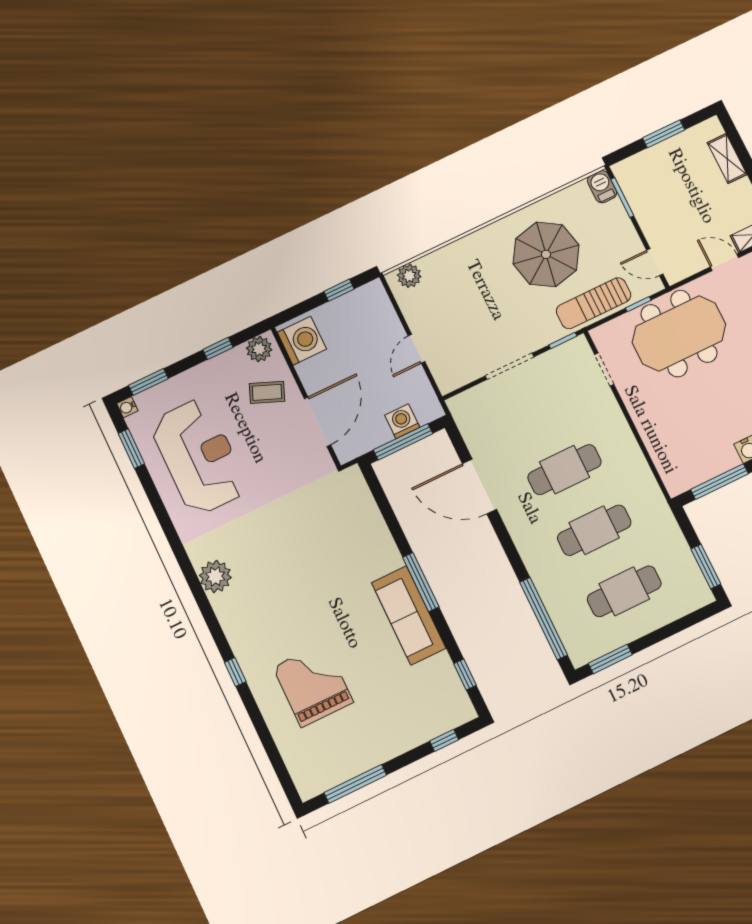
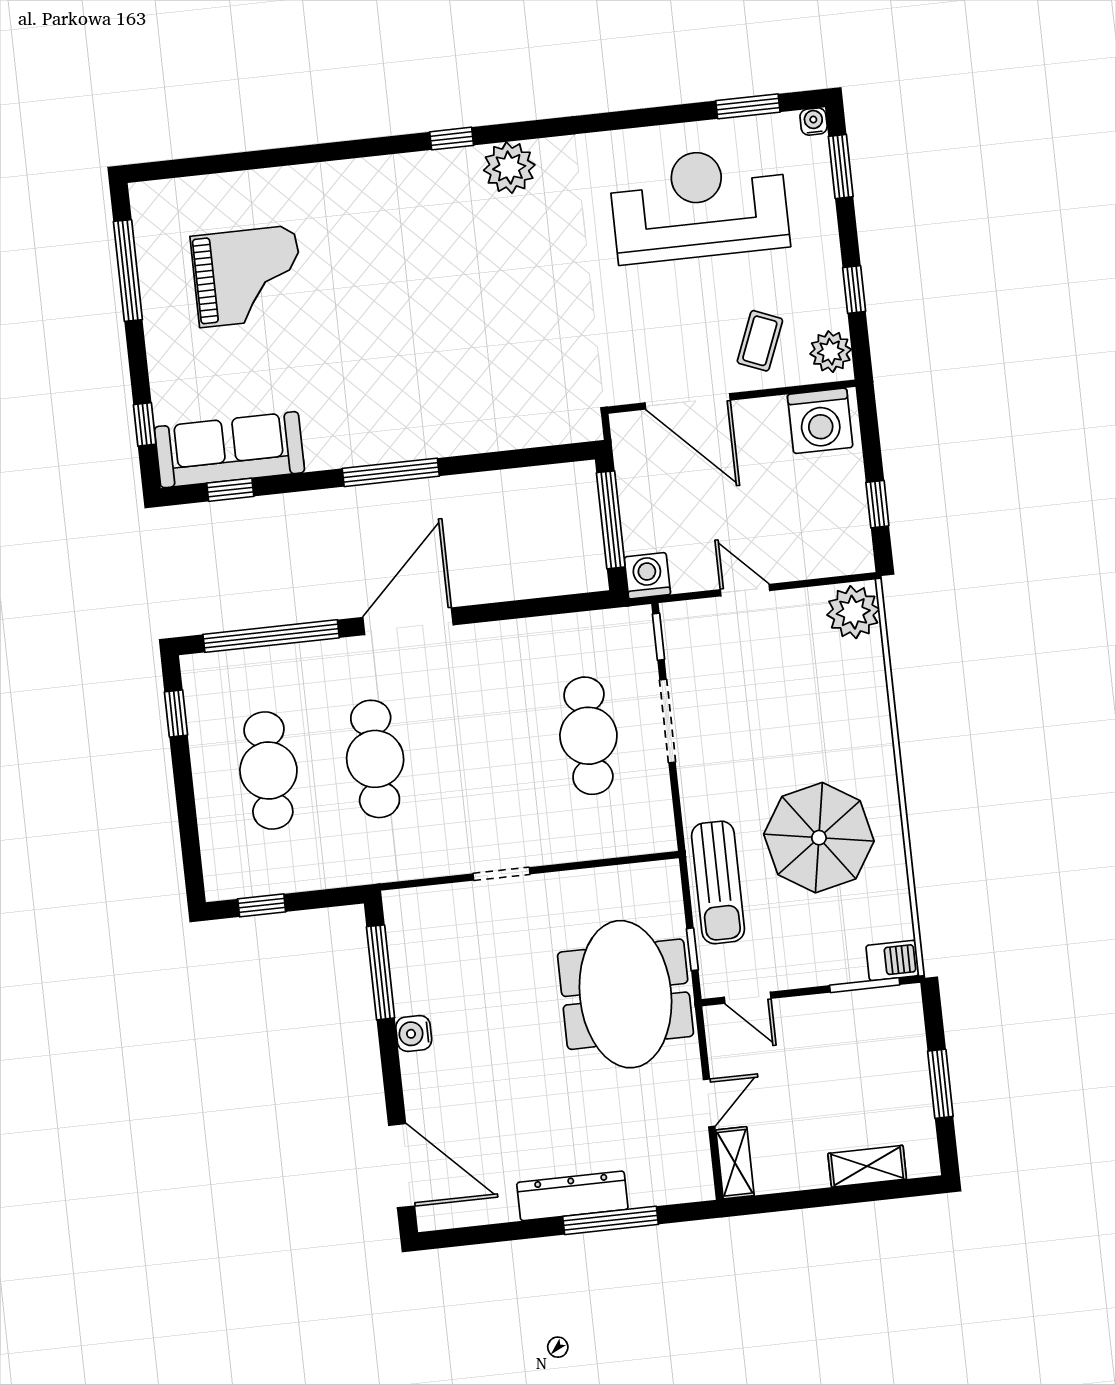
door: (655, 262) -> (748, 998), swing flipped
plant: (409, 276) -> (853, 612), width x1.36, depth x1.36
sun lounger: (594, 303) -> (718, 882), turned 180
window: (563, 341) -> (658, 637), moved
doorway: (604, 369) -> (501, 874), moved
washing machine: (402, 421) -> (647, 576), moved, turned -90
reception desk: (199, 457) -> (699, 204), turned 180
cafe table: (564, 470) -> (588, 736), moved
door: (479, 486) -> (408, 621), moved
window: (706, 567) -> (262, 905), width x0.67
sofa: (409, 615) -> (229, 450), moved
window: (610, 659) -> (176, 714), width x0.67
window: (235, 672) -> (452, 139), moved
grand piano: (313, 684) -> (248, 276), moved

